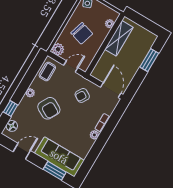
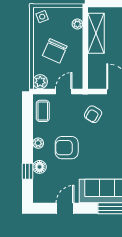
chair: (82, 33) -> (55, 51), turned 97
armchair: (49, 108) -> (67, 148), turned 151
floor lamp: (12, 126) -> (40, 167), moved

